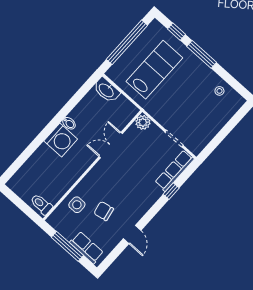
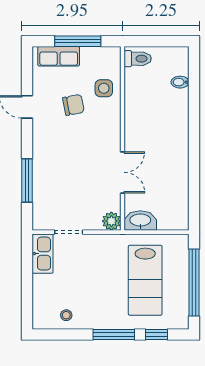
washbasin: (106, 90) -> (140, 221), moved
bidet: (69, 123) -> (180, 82), moved
washing machine: (61, 140) -> (174, 135), removed
kitchen sink: (201, 140) -> (43, 254), added
row of seats: (175, 171) -> (41, 203), removed
window: (171, 191) -> (27, 181), width x2.17

